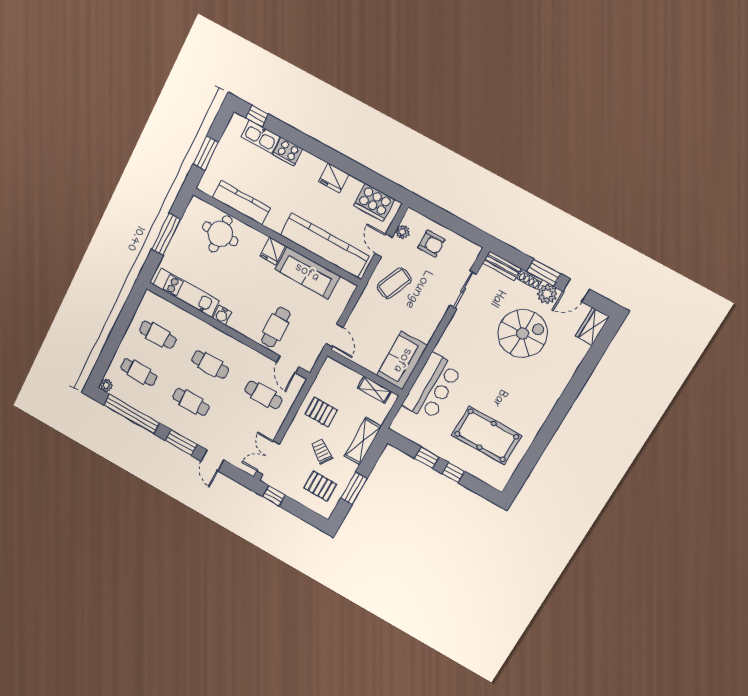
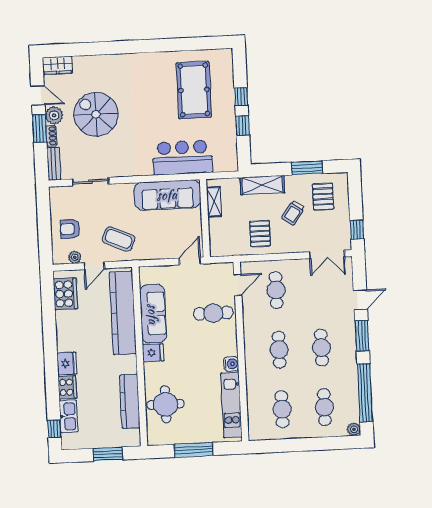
fridge: (334, 178) -> (67, 364), moved
armchair: (431, 244) -> (70, 229), turned -90
sofa: (402, 360) -> (167, 195), width x1.36

